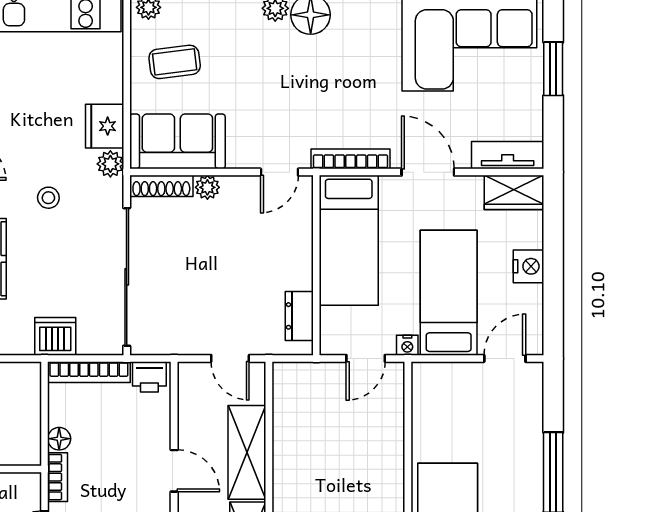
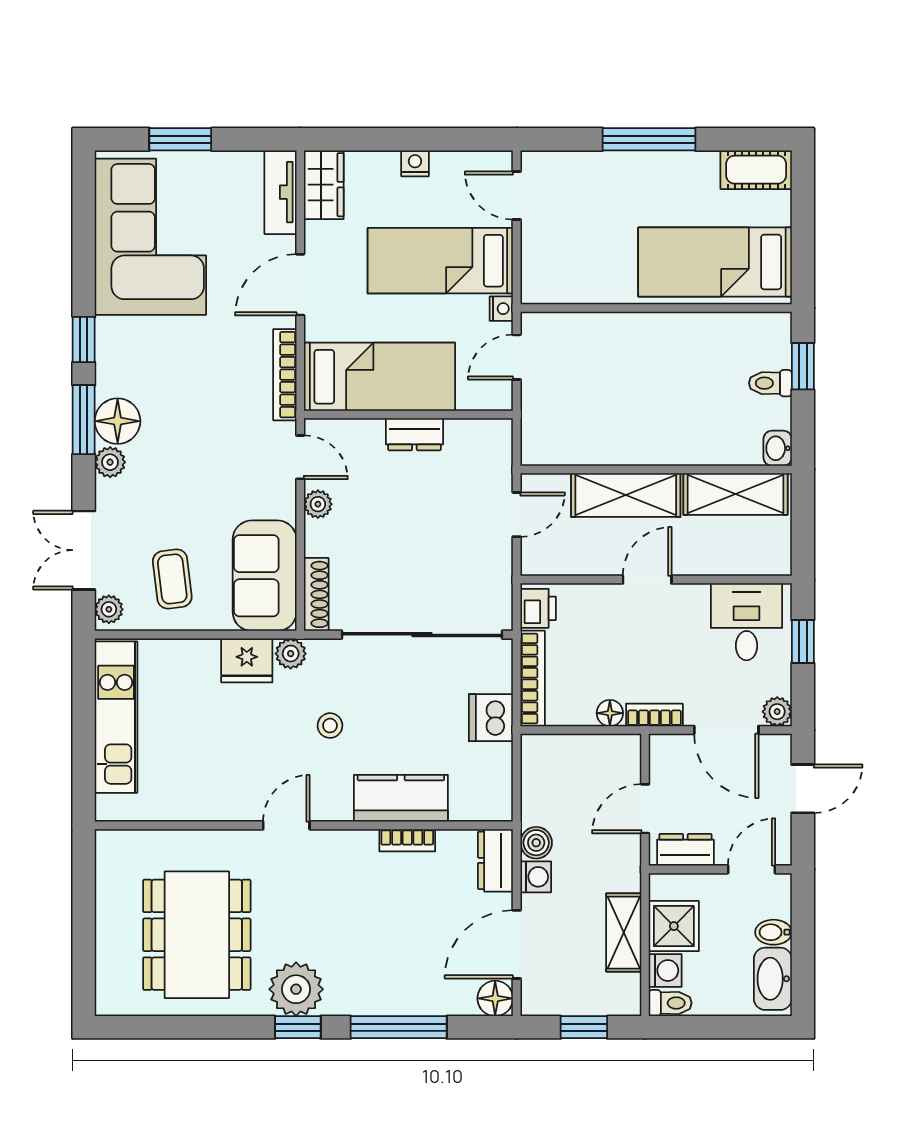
plant: (207, 187) -> (318, 504), moved
nightstand: (529, 266) -> (415, 163), width x0.72, depth x0.74
dresser: (299, 316) -> (414, 434), moved
door: (366, 358) -> (517, 357), swing flipped

